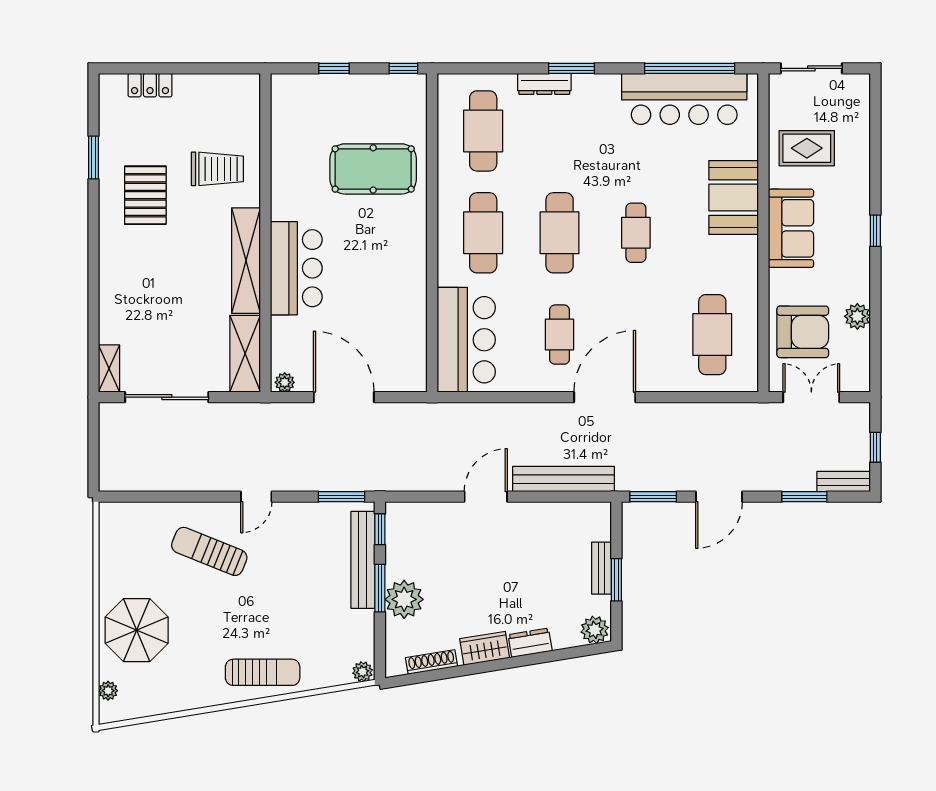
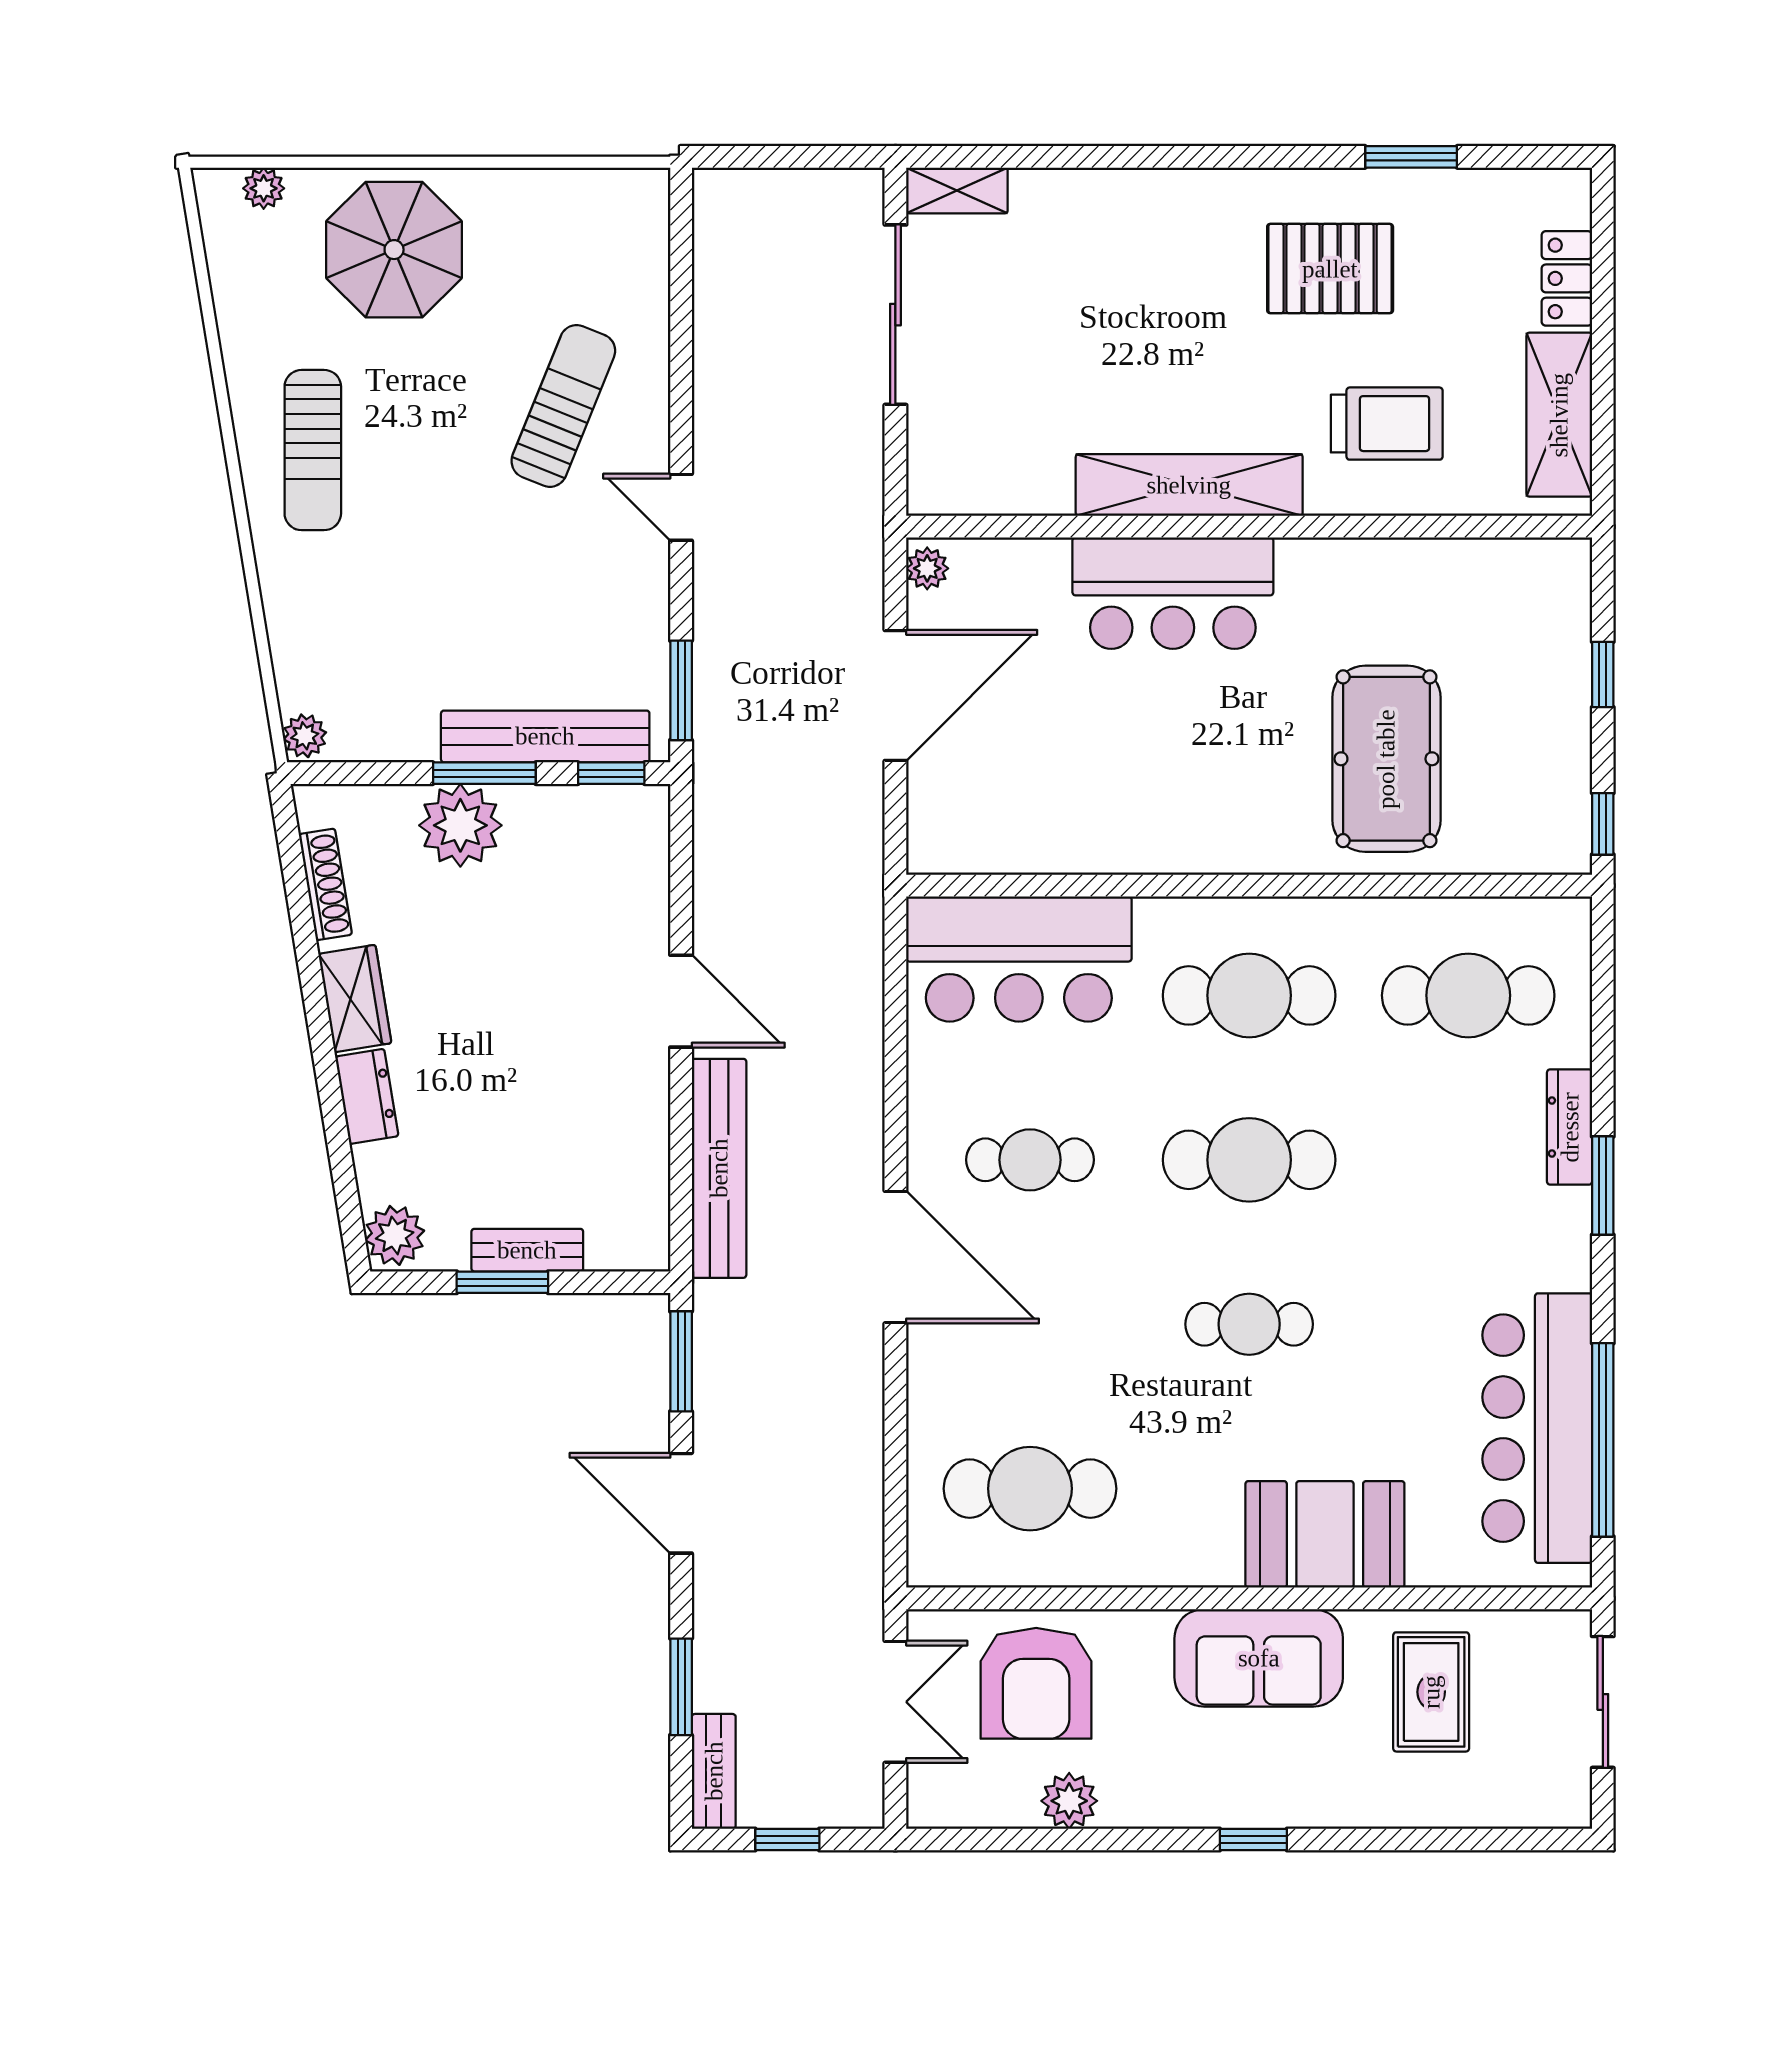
trolley: (217, 169) -> (1387, 424), turned -90
shelving: (245, 353) -> (1559, 415), moved, turned 90
sun lounger: (263, 672) -> (313, 450), moved

